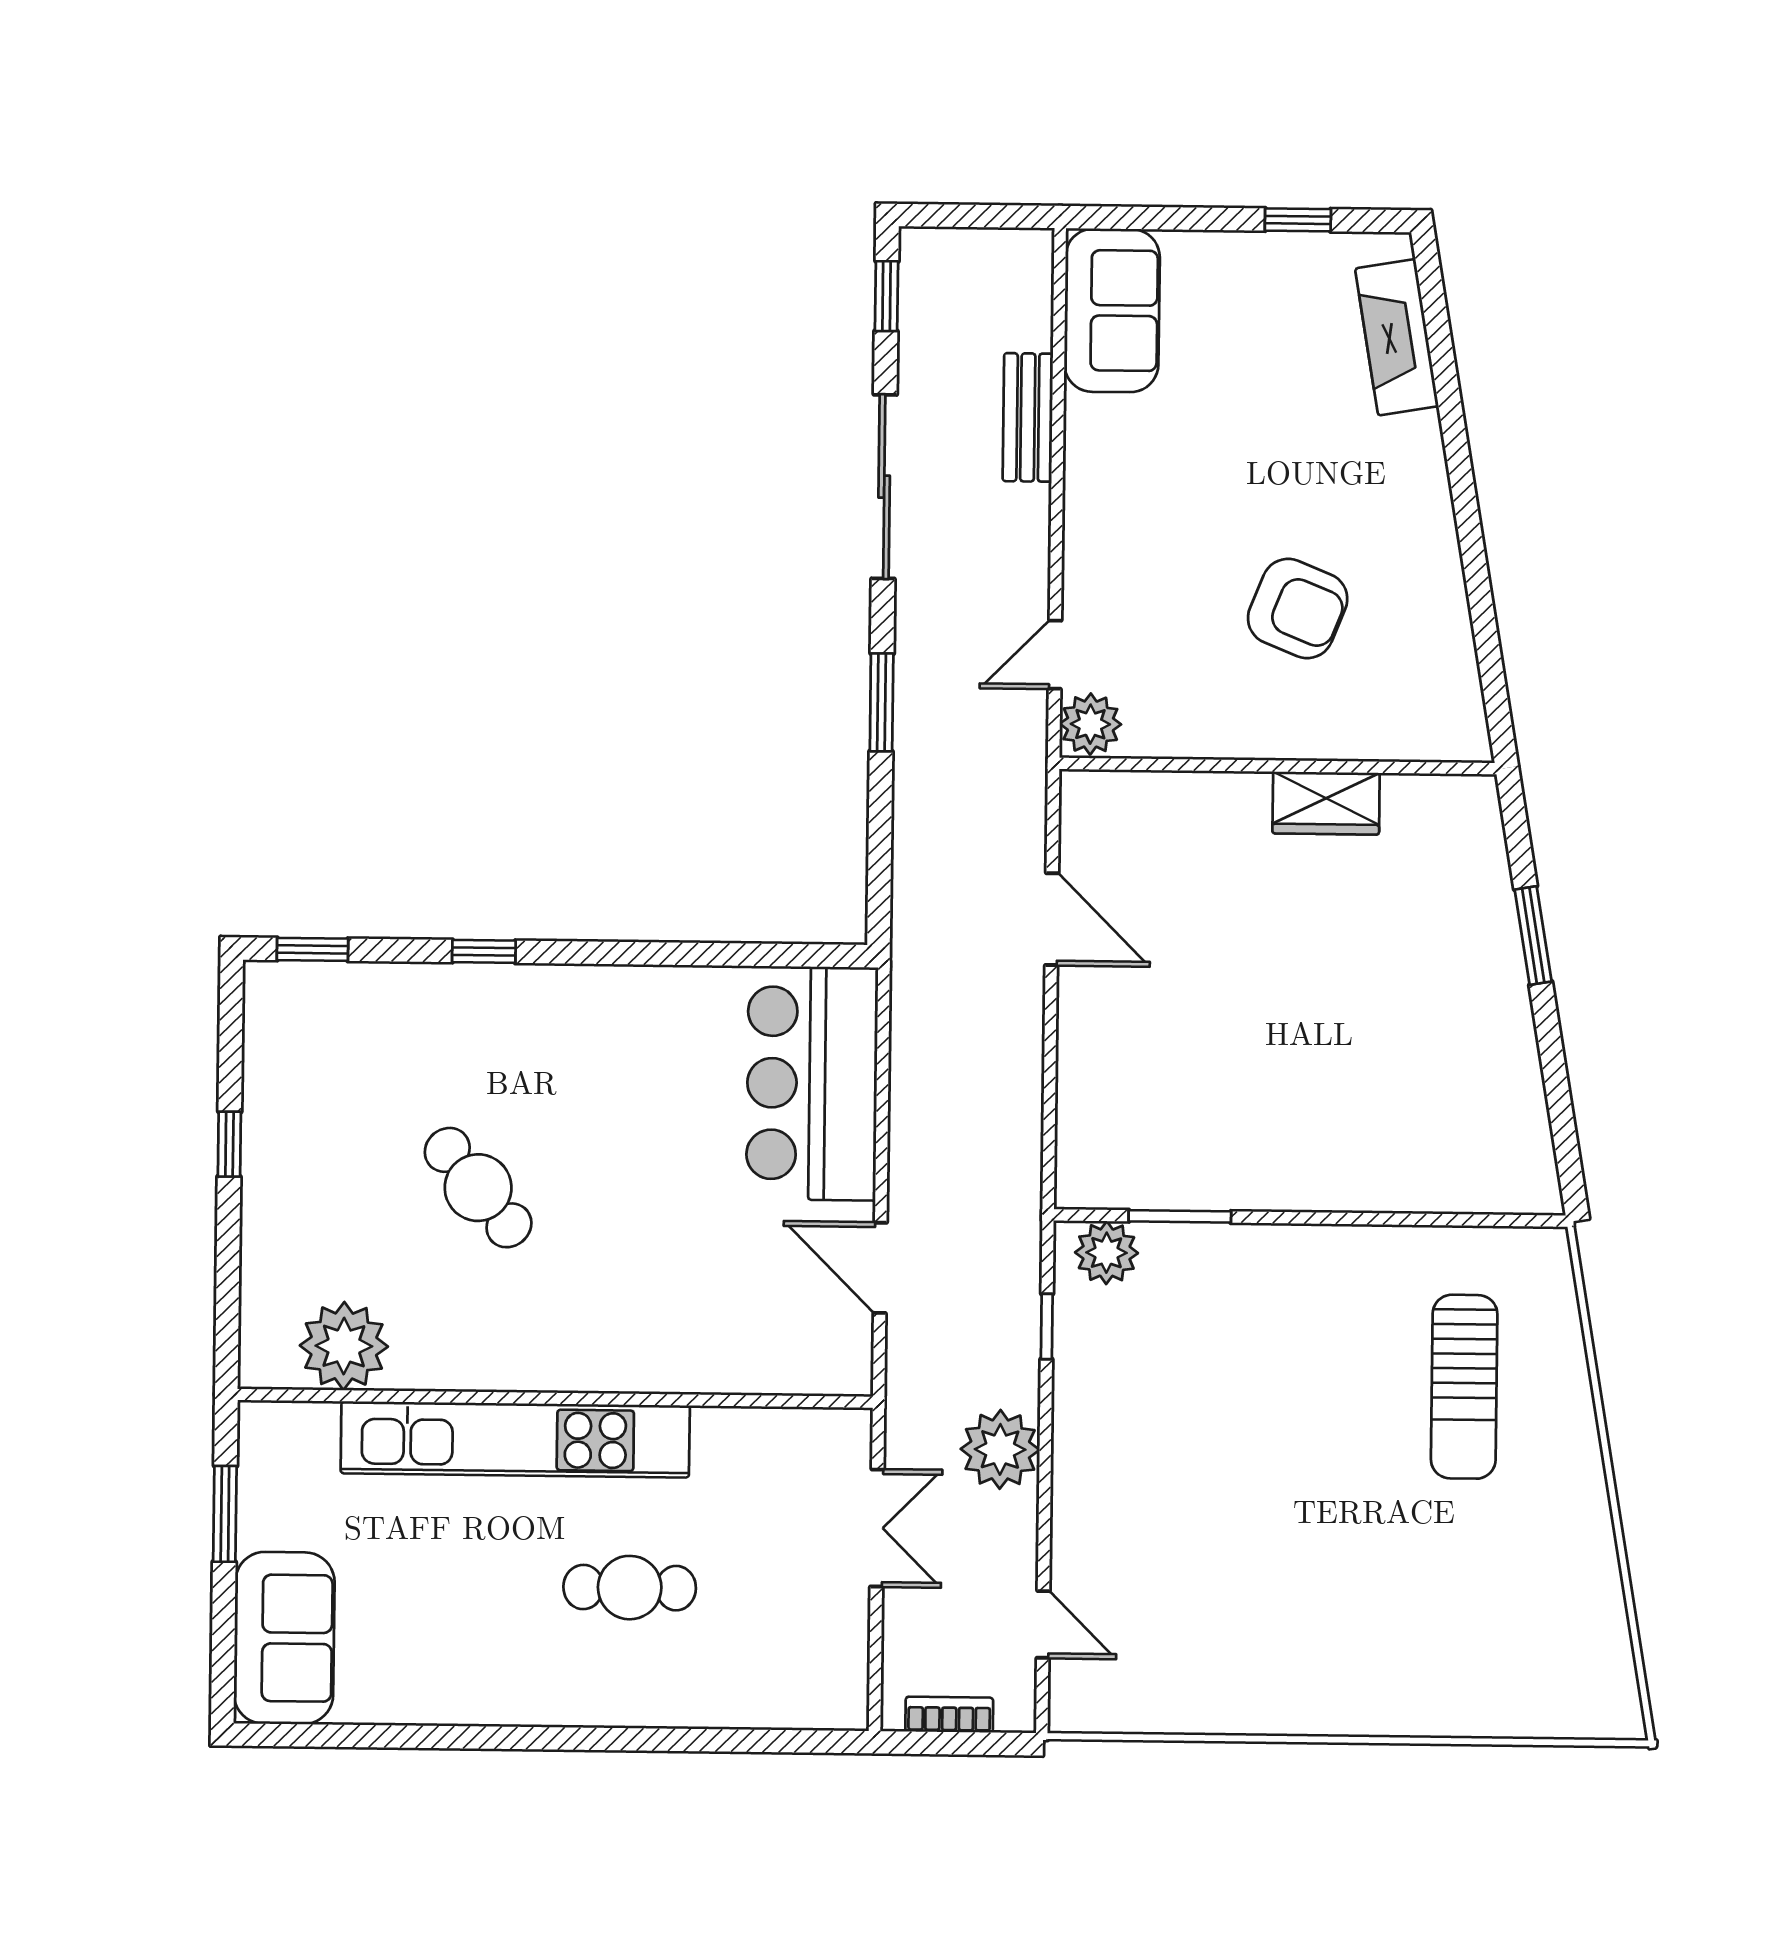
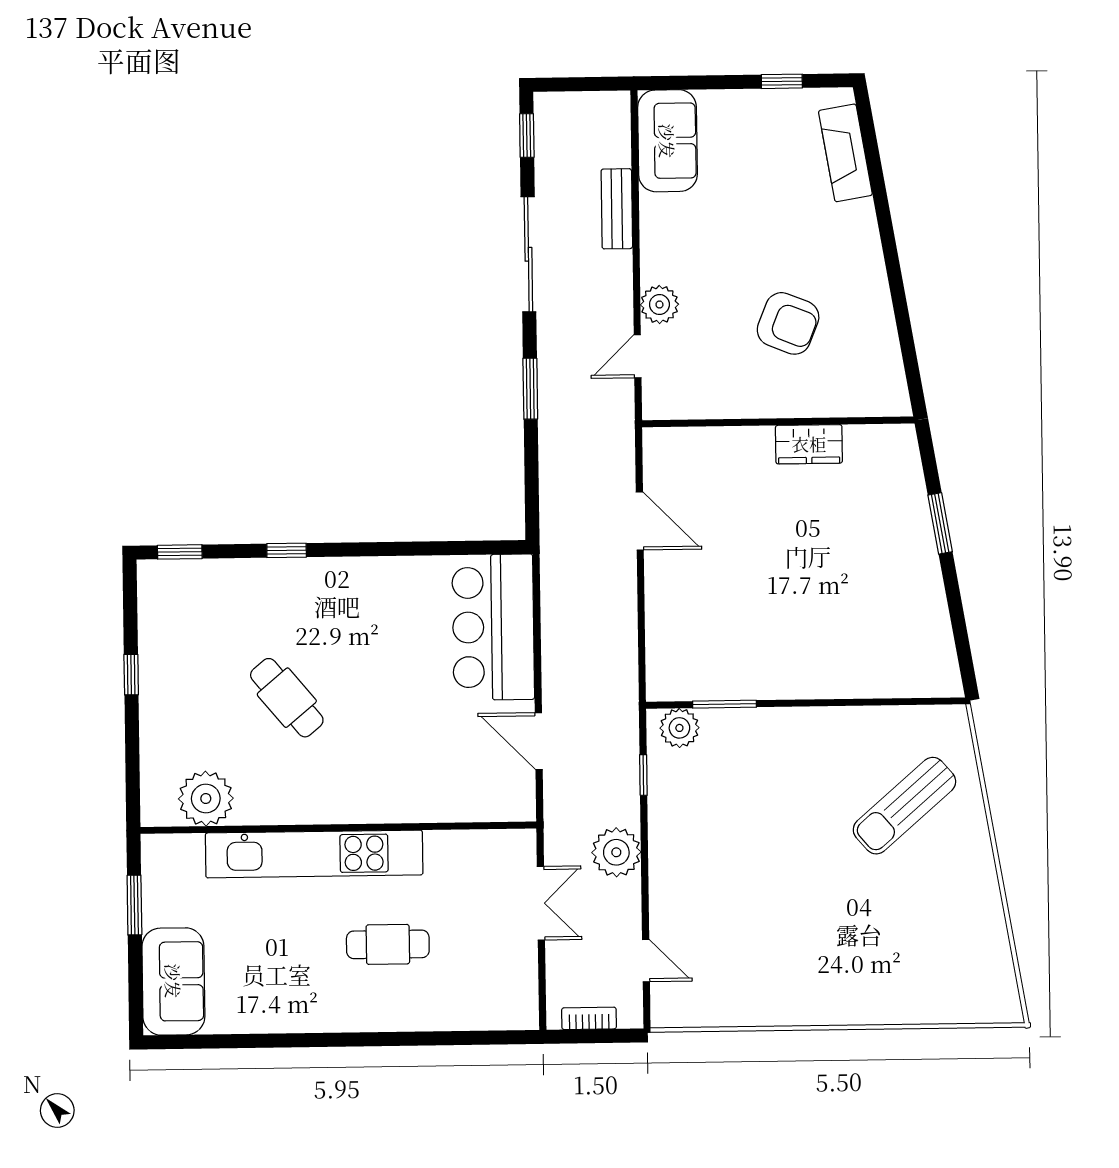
plant: (1090, 724) -> (659, 304), moved
sun lounger: (1464, 1387) -> (904, 806), turned 49

